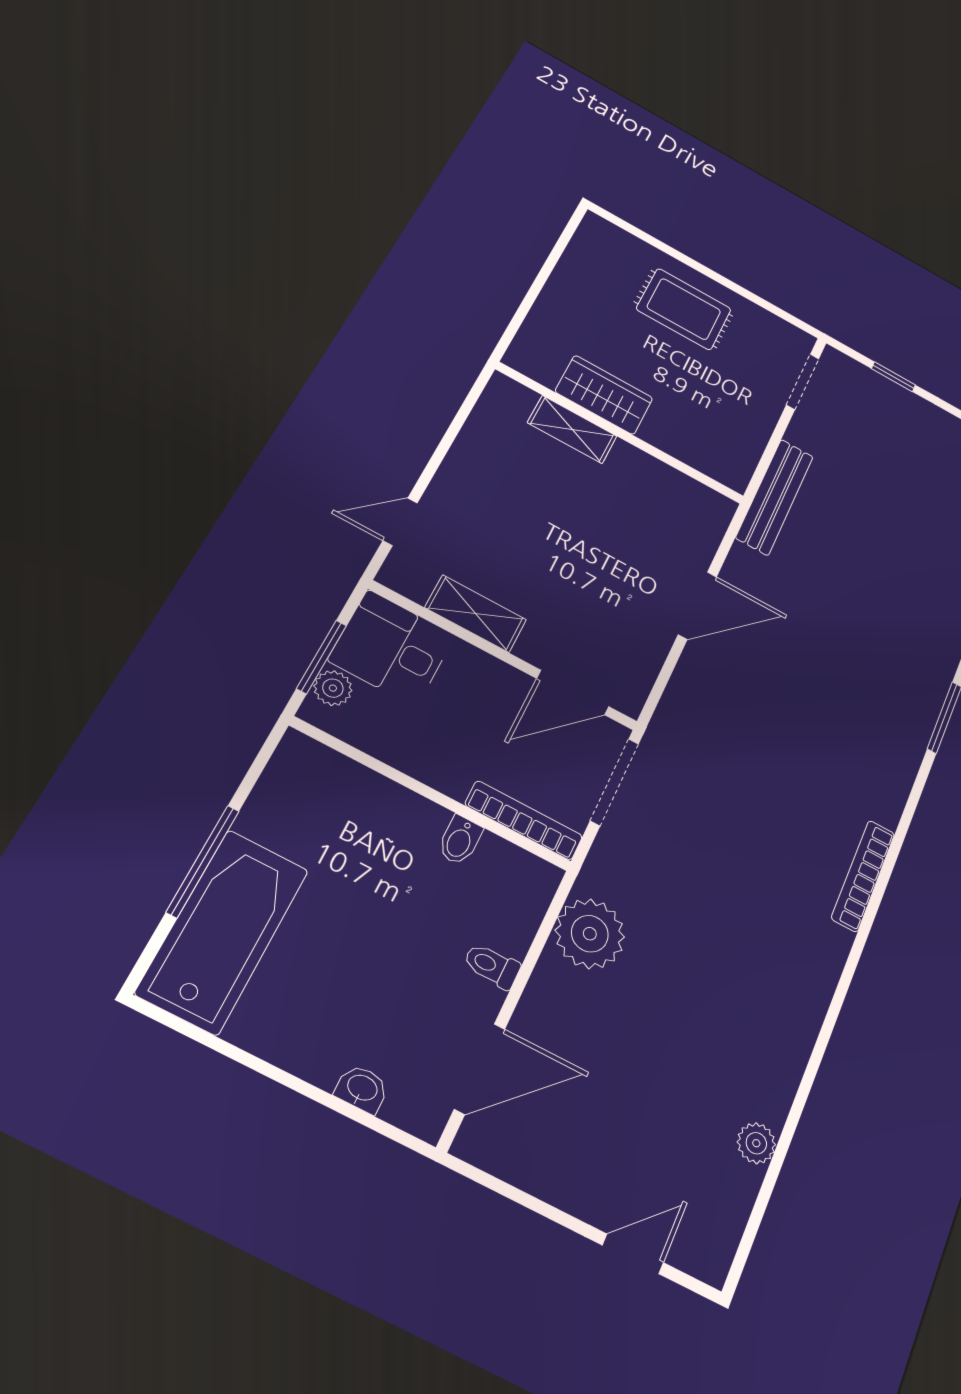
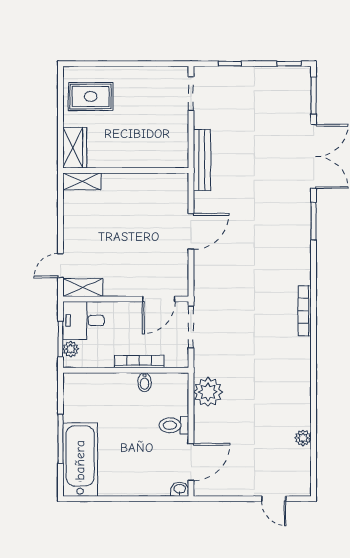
rug: (684, 309) -> (91, 96), moved
wardrobe: (604, 395) -> (75, 148), moved, turned 90
shelving: (572, 429) -> (82, 181), moved
shelving: (476, 614) -> (83, 288), moved
bookcase: (524, 820) -> (139, 361), moved
toilet: (492, 966) -> (174, 425), width x1.37, depth x1.39
washbasin: (362, 1089) -> (180, 489), moved
door: (633, 1254) -> (274, 499), swing flipped

